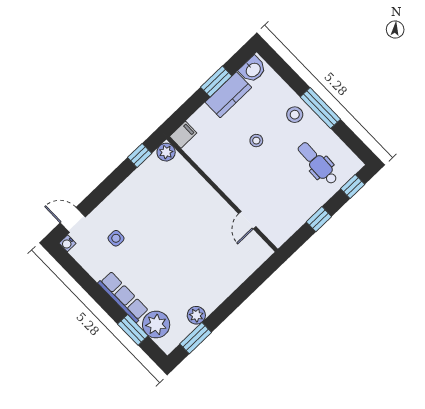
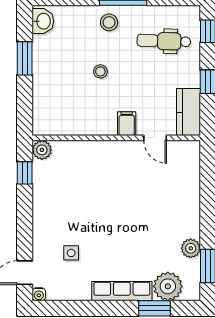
kitchen counter: (228, 95) -> (189, 112), moved, turned 180
filing cabinet: (183, 135) -> (127, 124), moved

